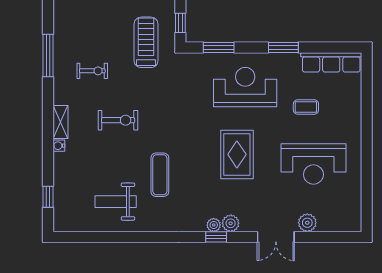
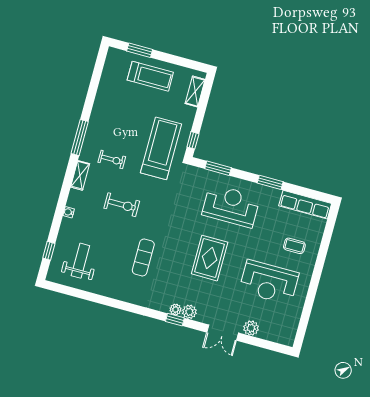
treadmill: (146, 42) -> (161, 148), width x1.37, depth x1.38
coffee table: (306, 107) -> (294, 246), moved
shelving: (61, 122) -> (80, 175), moved
weight bench: (116, 202) -> (80, 261), moved, turned 90

